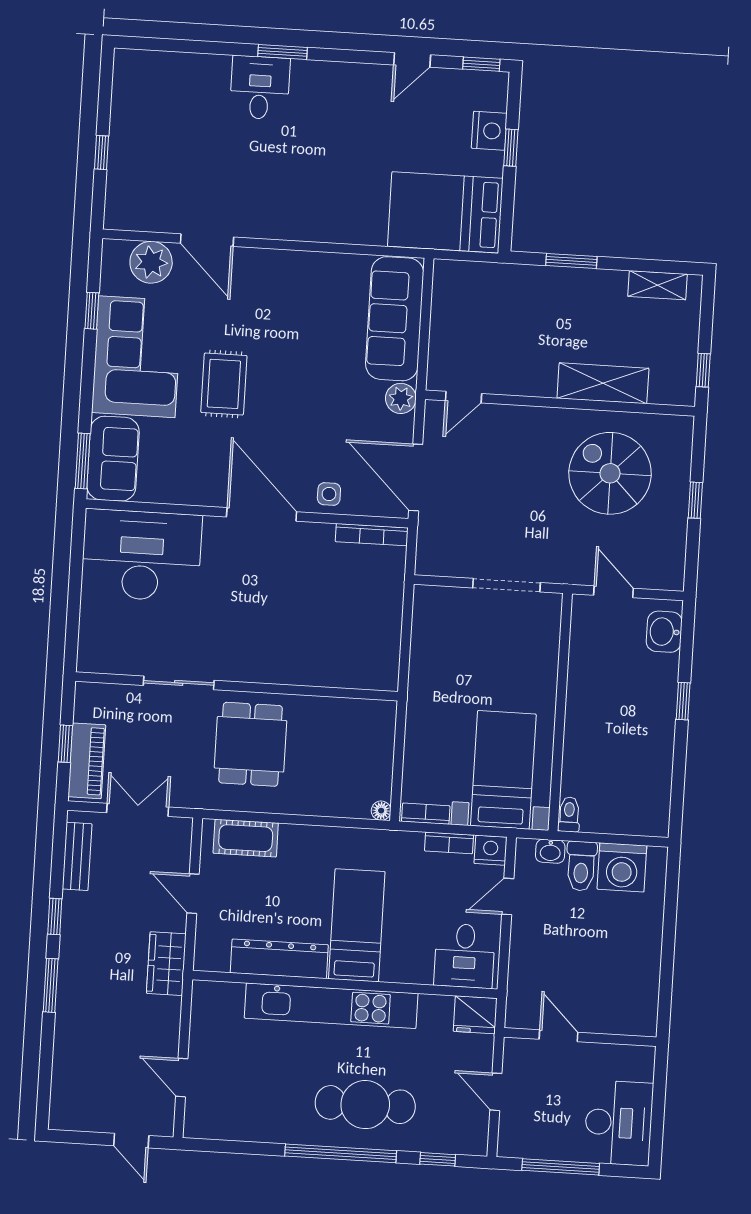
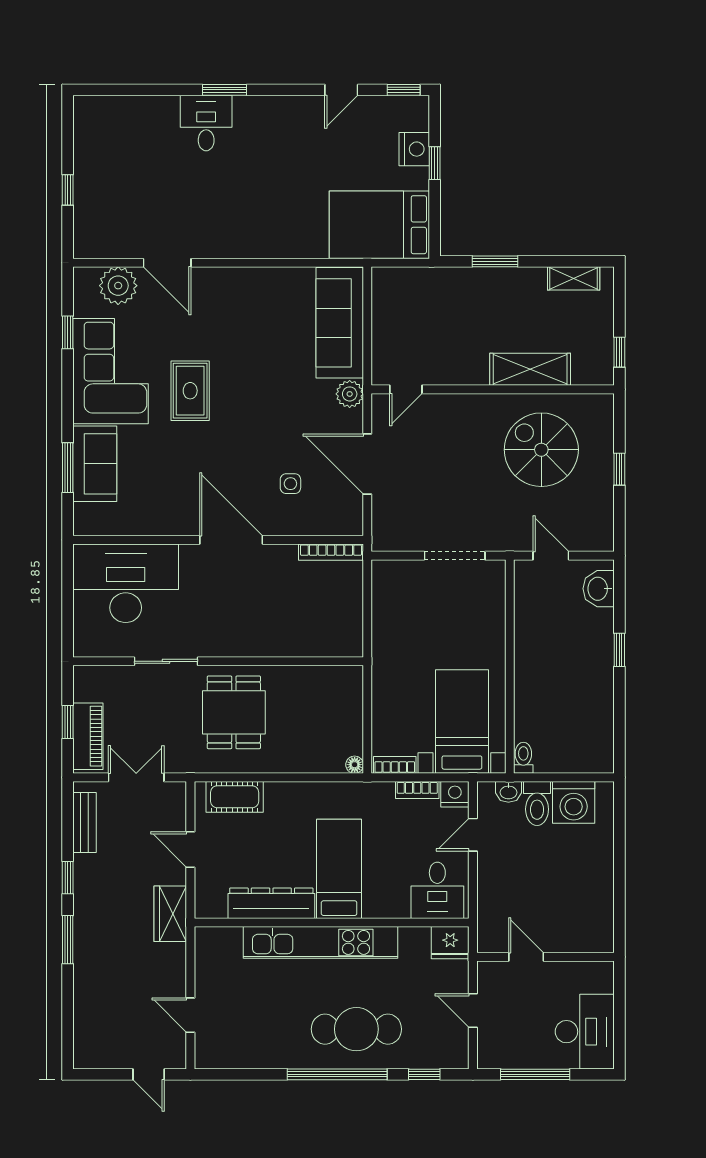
wall: (247, 513) -> (218, 540), moved
door: (262, 514) -> (231, 540), moved
bookcase: (372, 535) -> (331, 552), moved
desk: (141, 555) -> (126, 583), moved

